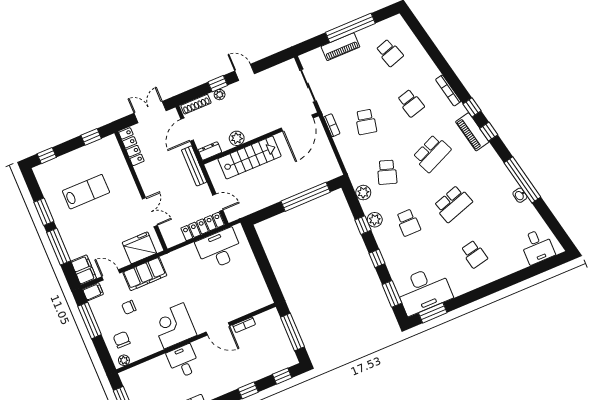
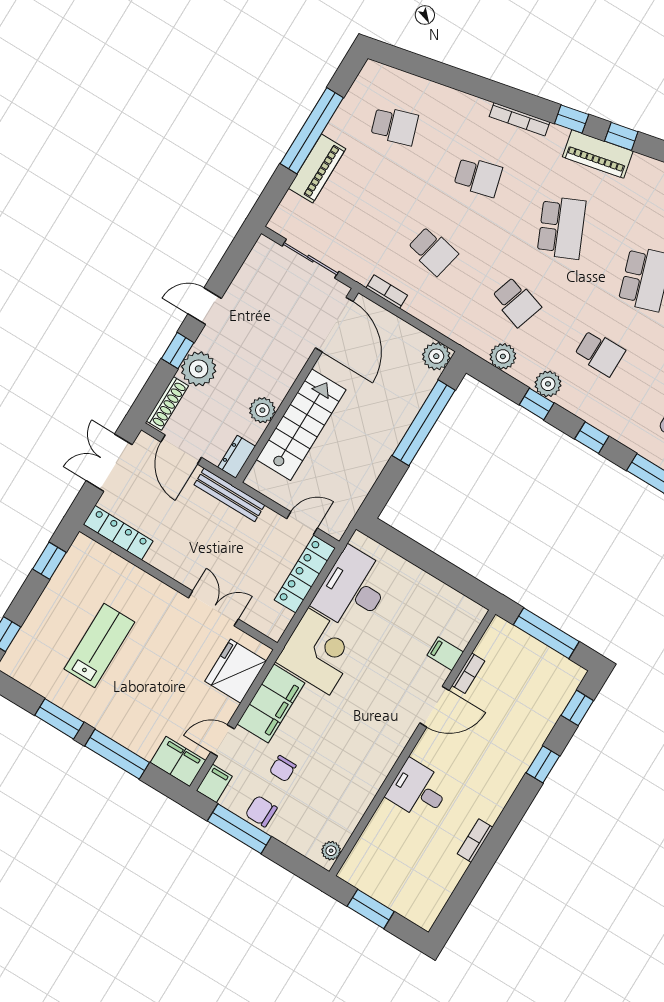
plant: (220, 95) -> (199, 369), width x1.88, depth x1.88
plant: (333, 171) -> (436, 356), added
filing cabinet: (240, 308) -> (445, 654), added
corner desk: (174, 326) -> (319, 651), moved, turned 180
chair: (122, 340) -> (261, 811), moved

